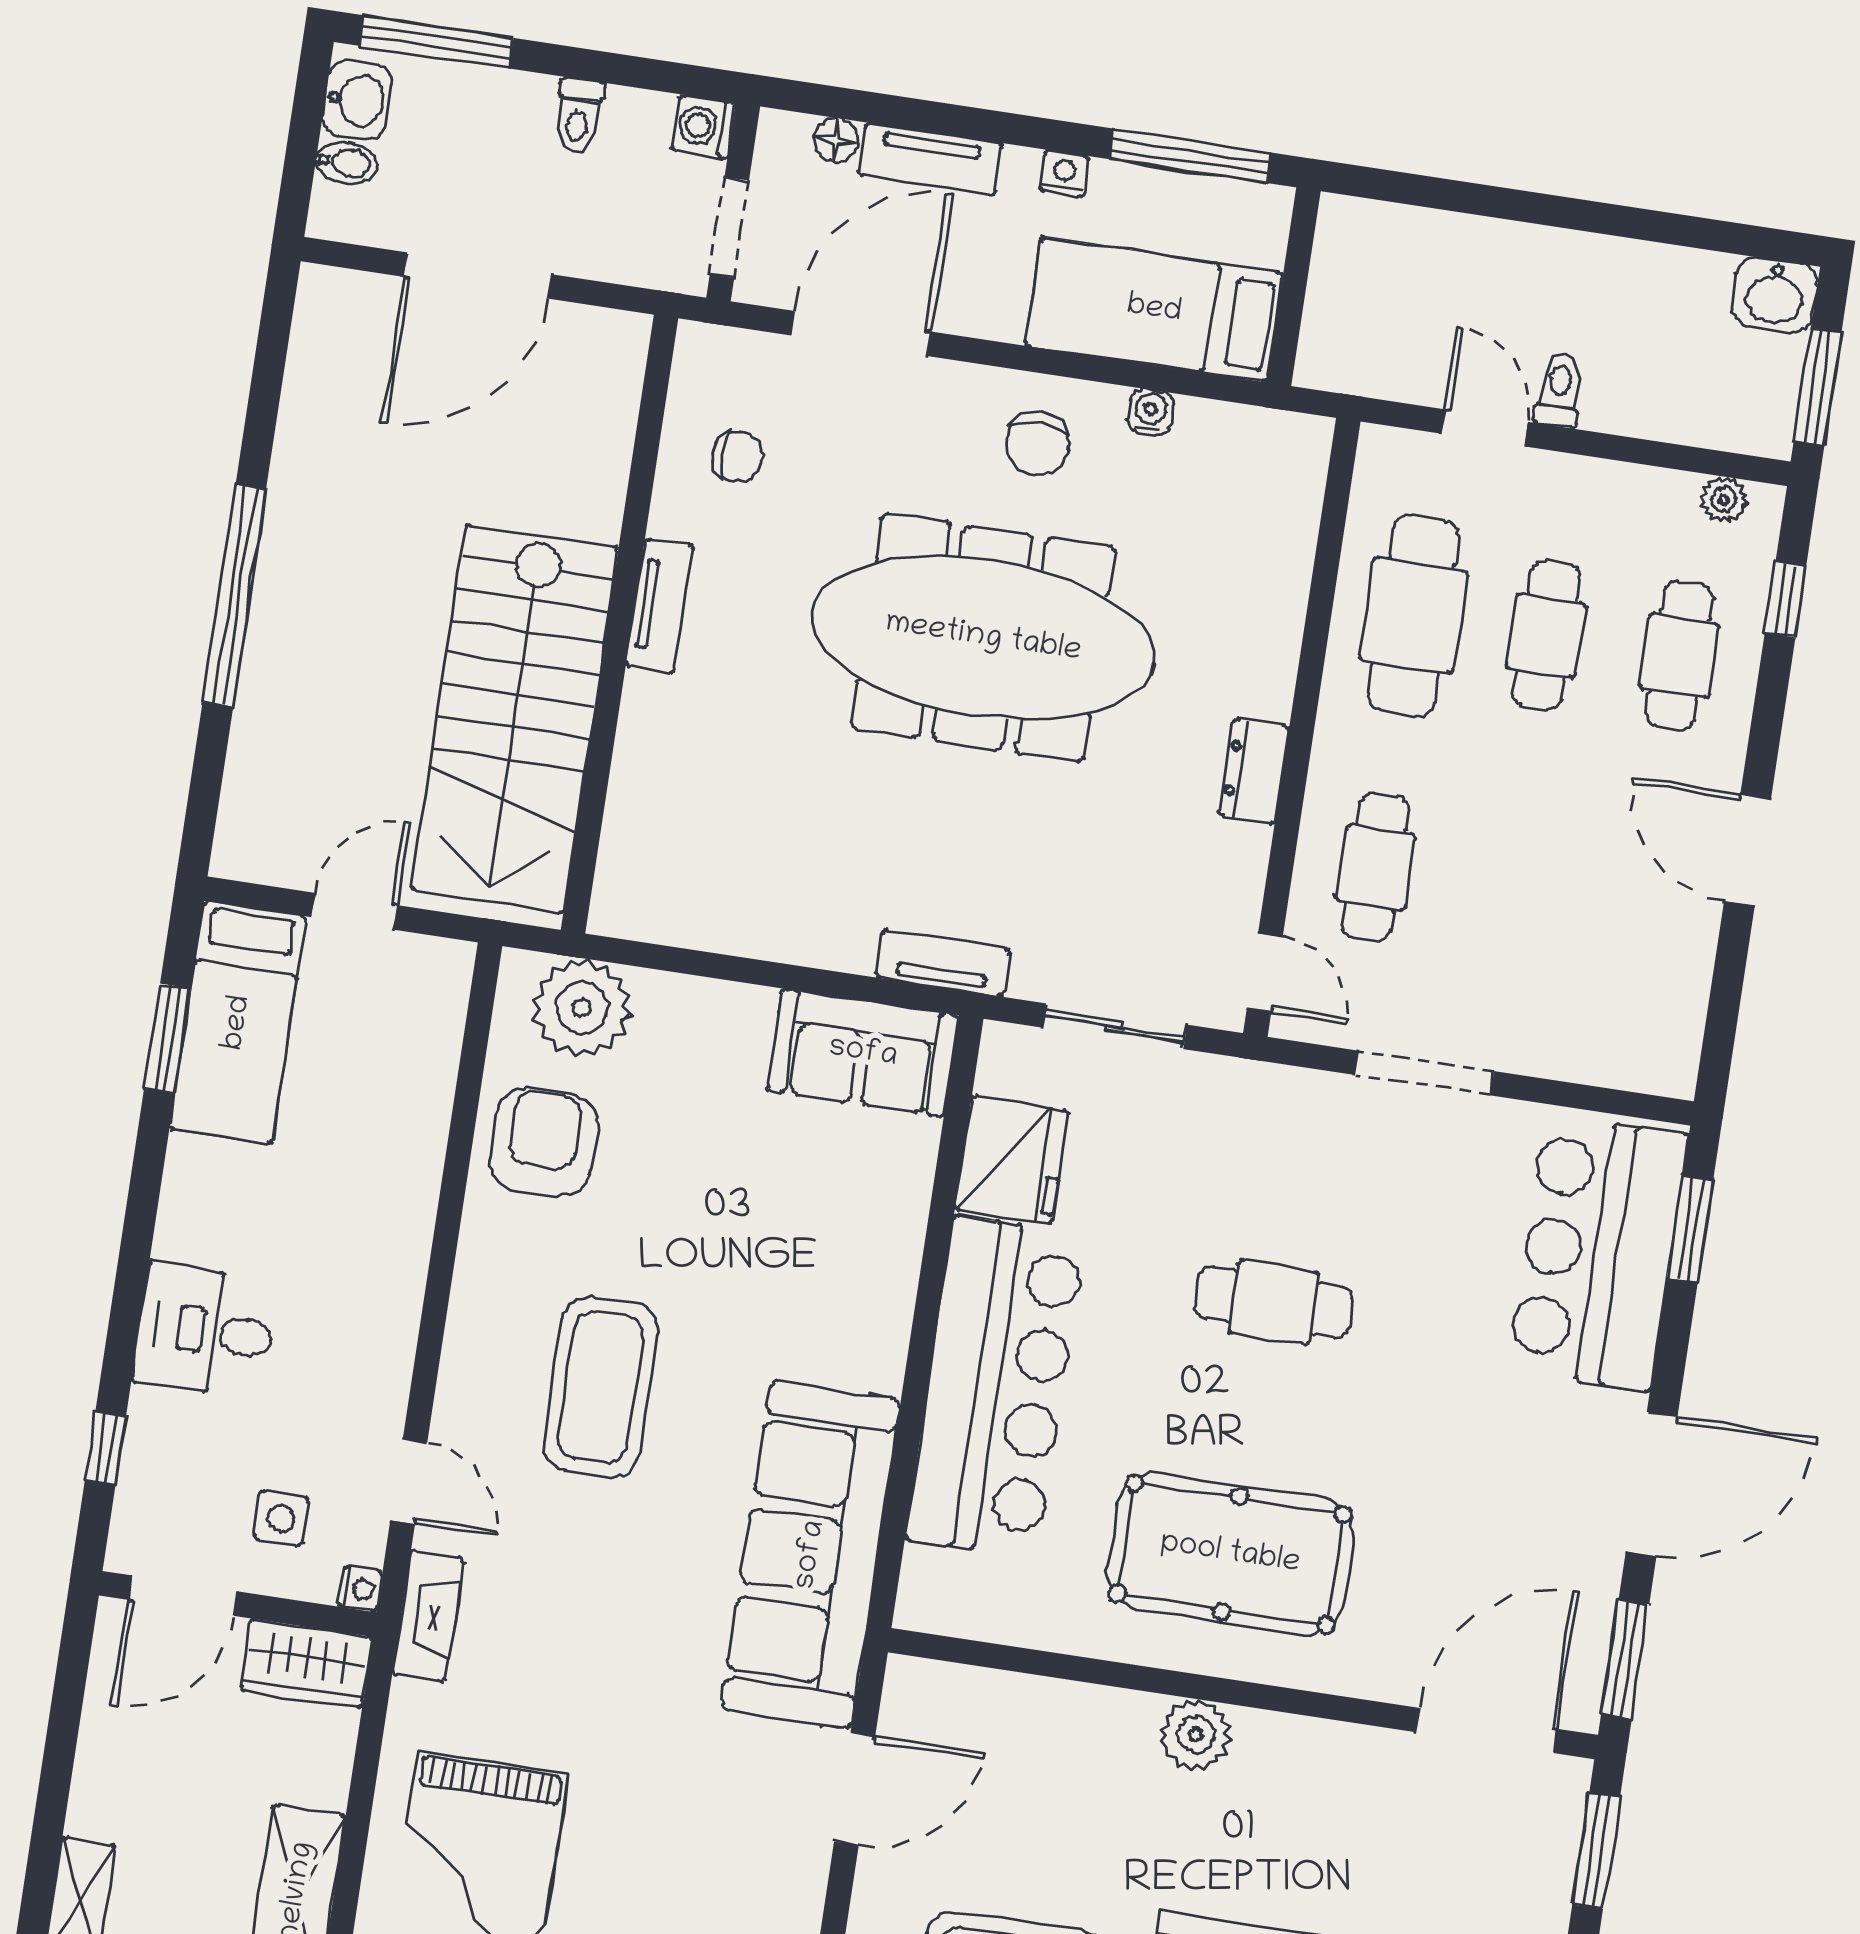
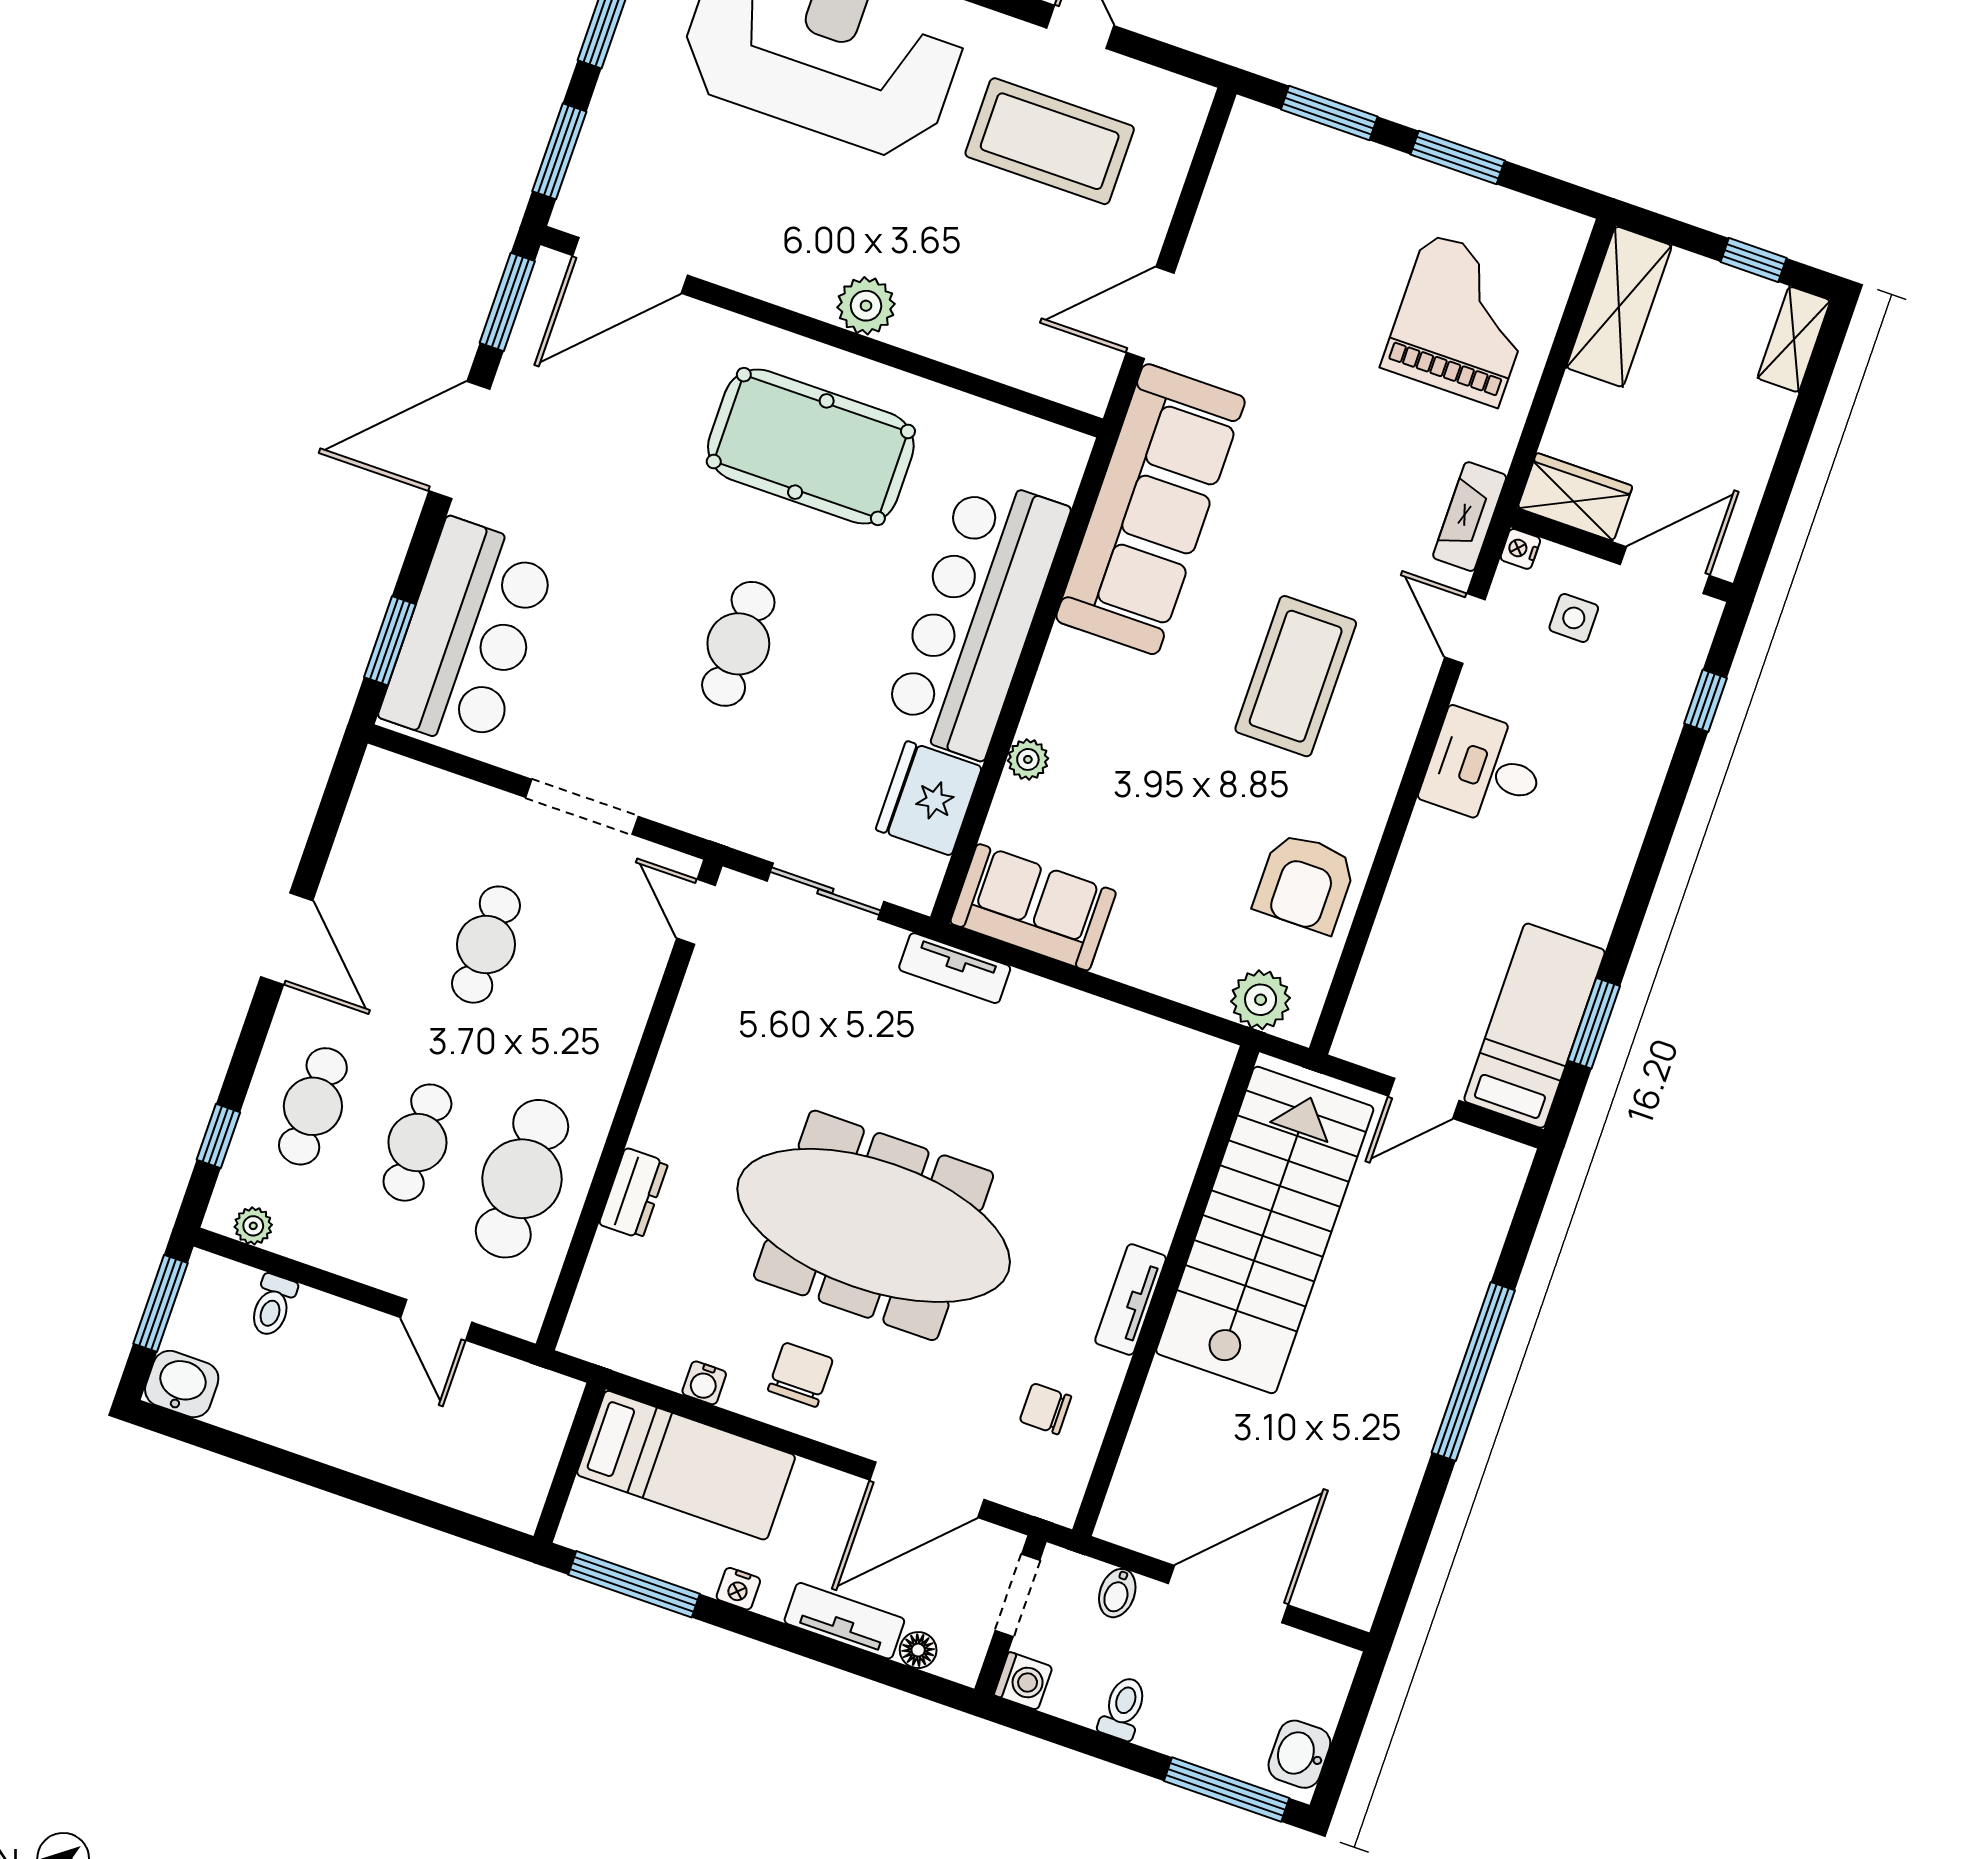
bidet: (346, 163) -> (1117, 1593), moved, turned -90
toilet: (1559, 390) -> (273, 1305), moved
dresser: (1254, 771) -> (634, 1193), moved
cafe table: (1375, 867) -> (486, 945), moved
plant: (582, 1008) -> (1261, 1000), width x0.73, depth x0.73
plant: (902, 1228) -> (1028, 759), added
cafe table: (1273, 1302) -> (738, 644), turned 90
desk: (205, 1331) -> (1484, 769), moved, turned 180

